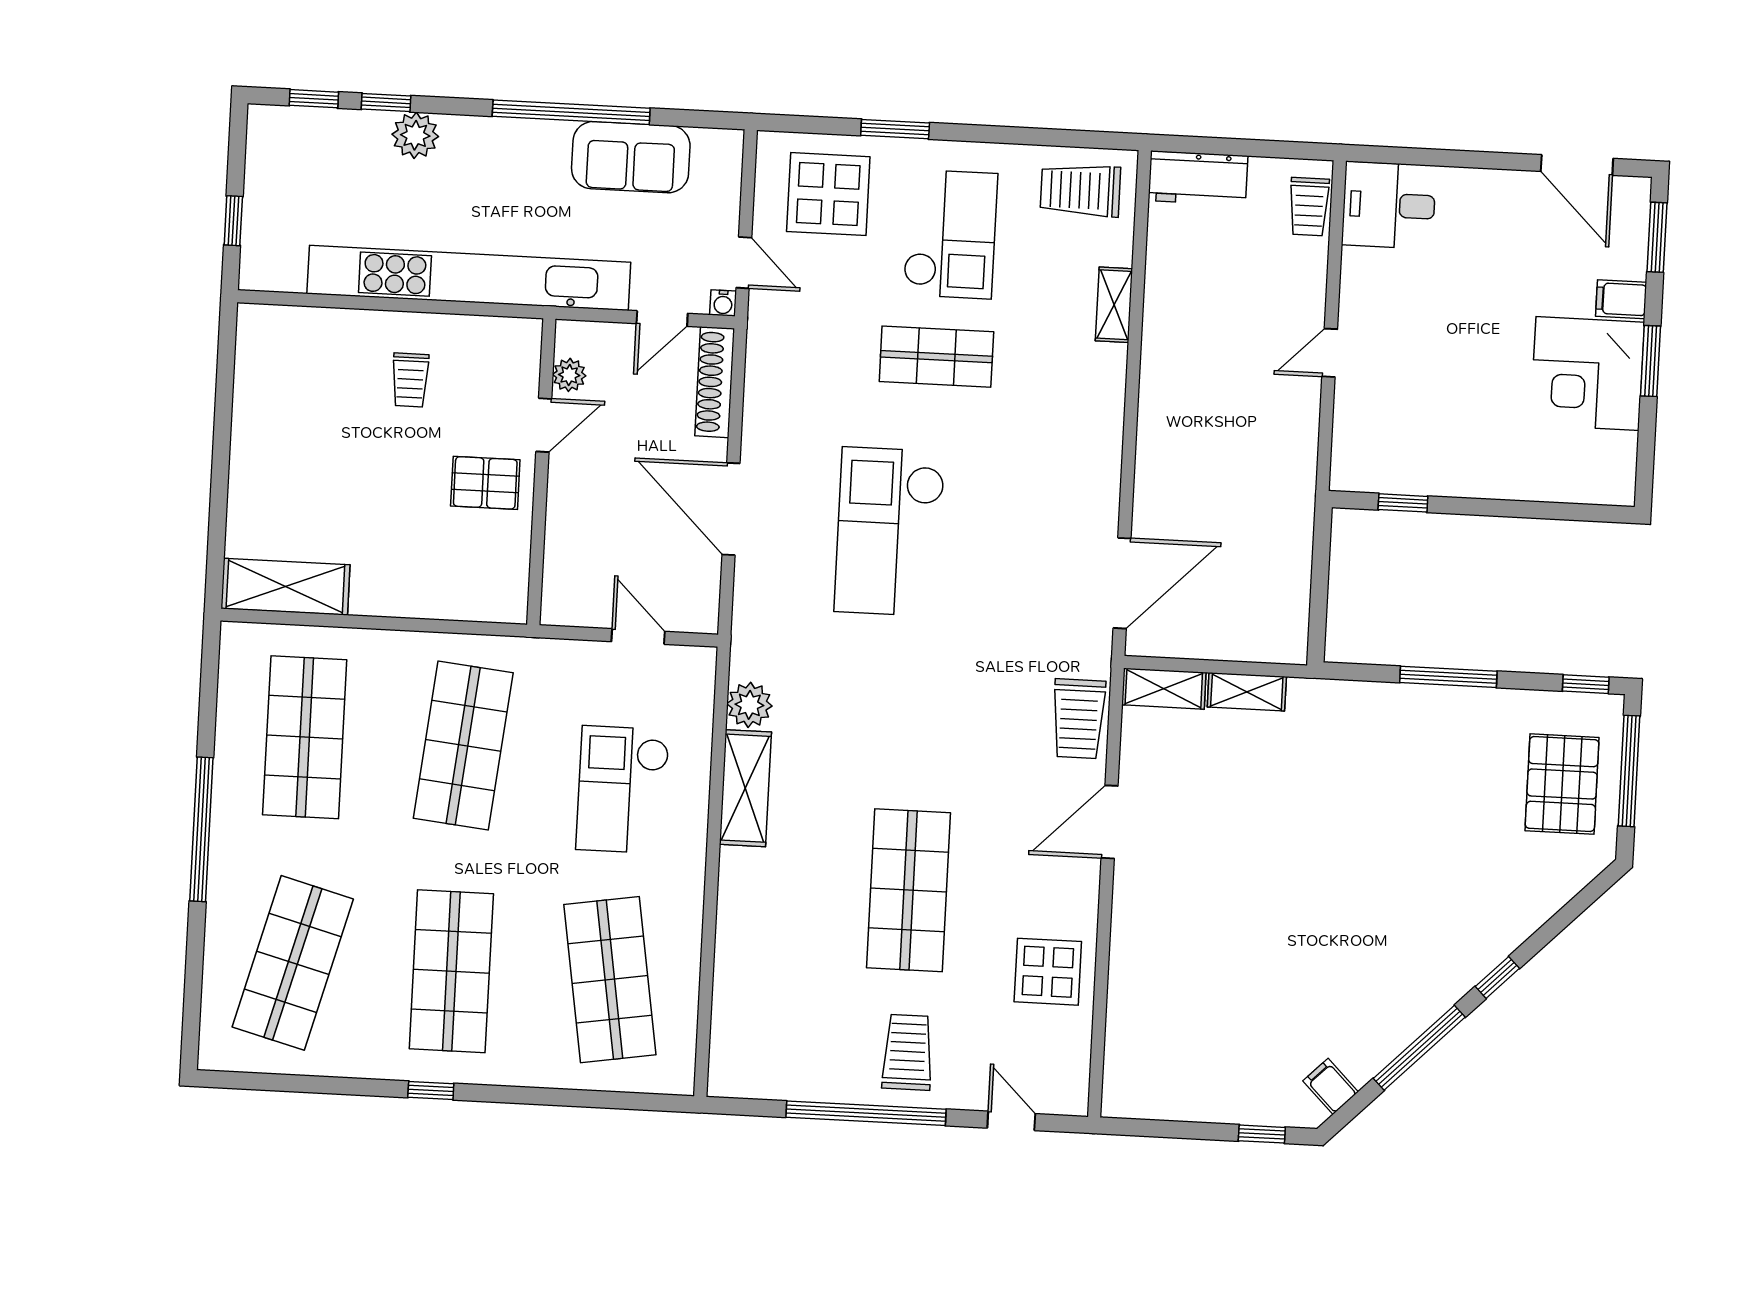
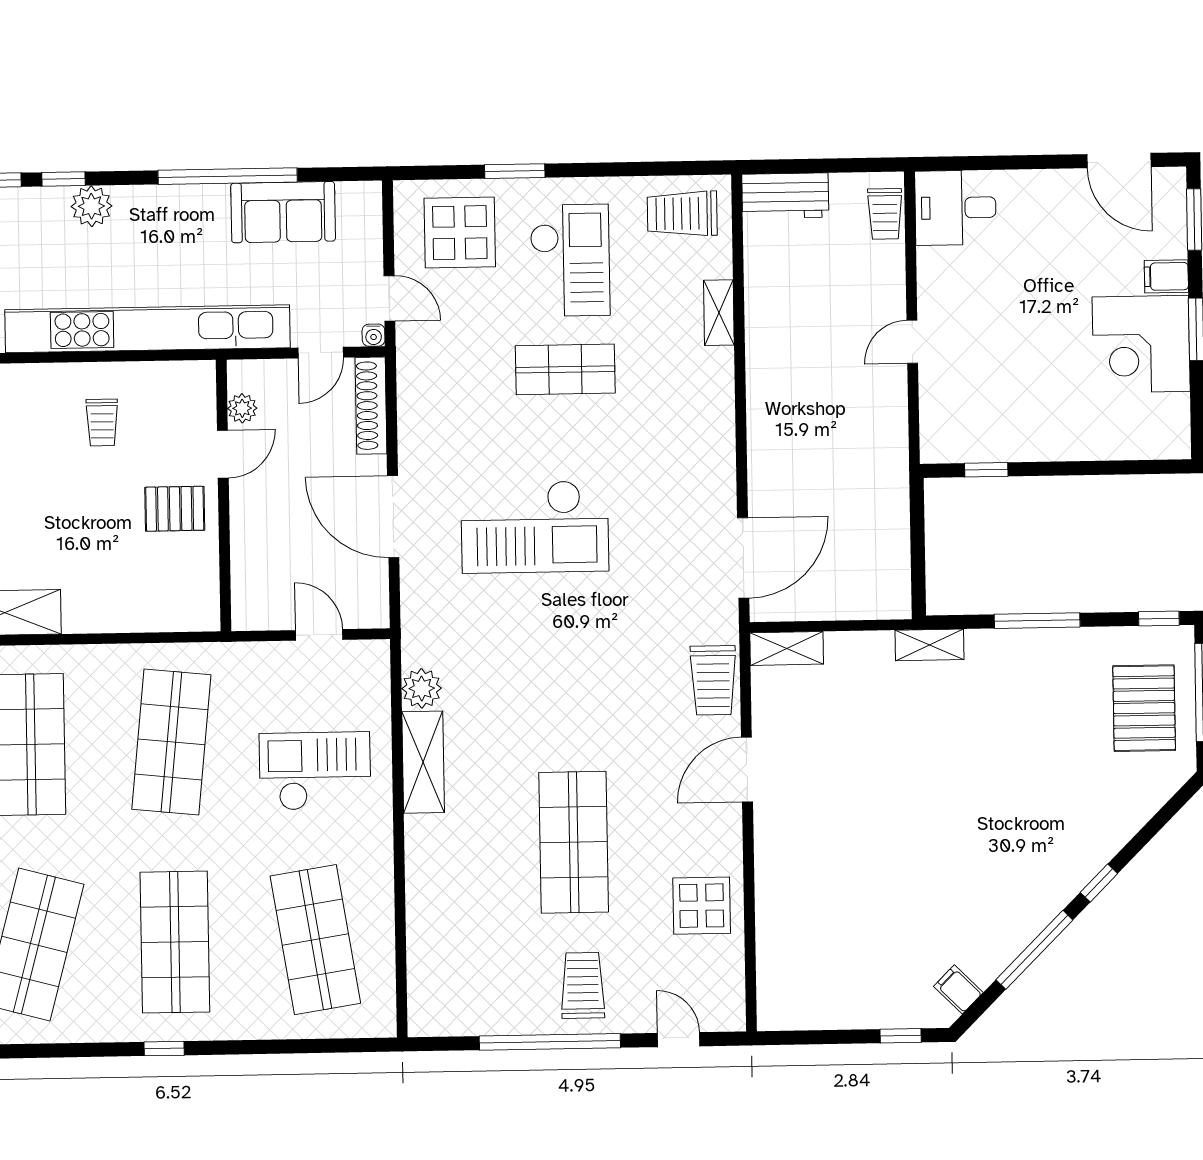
checkout: (890, 532) -> (535, 527), turned -90
shelving: (1247, 692) -> (929, 645), moved
checkout: (623, 790) -> (315, 771), turned 90

